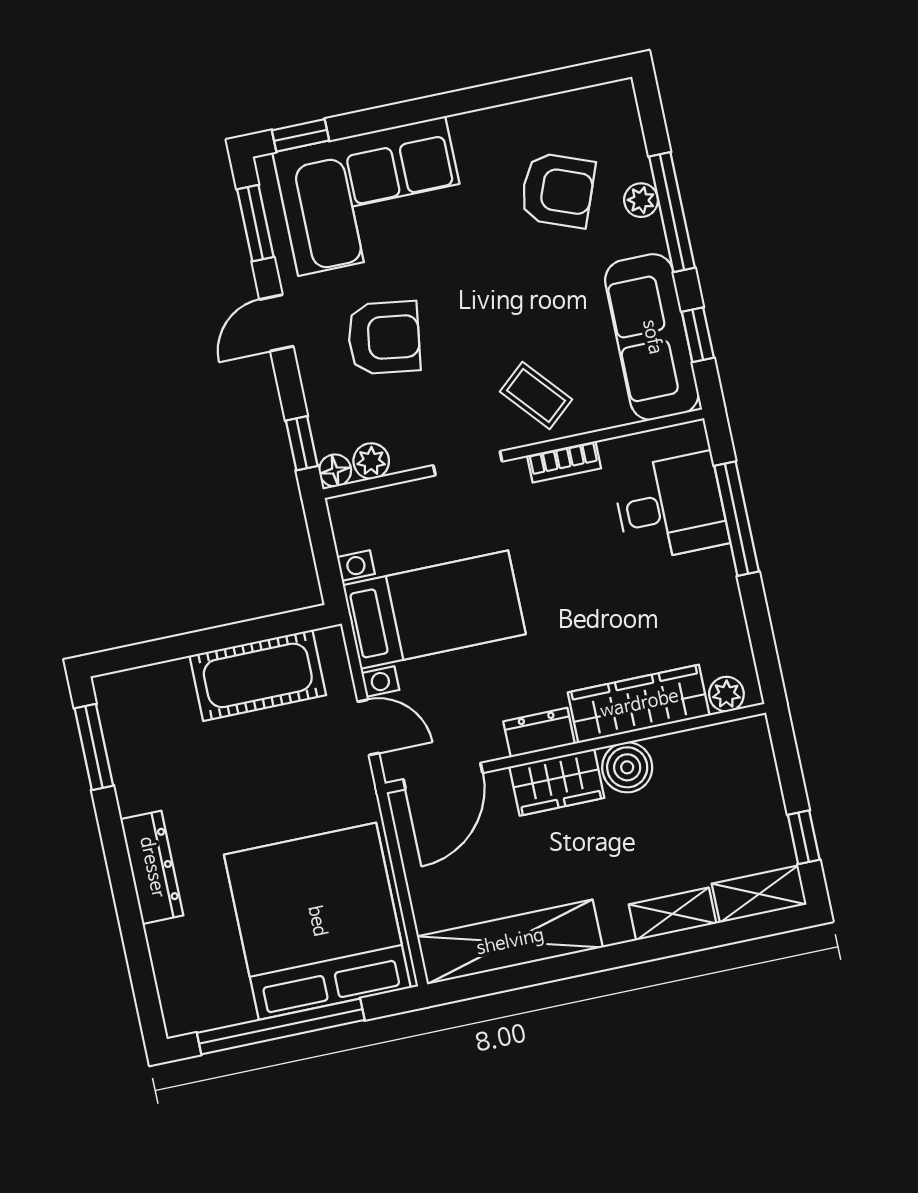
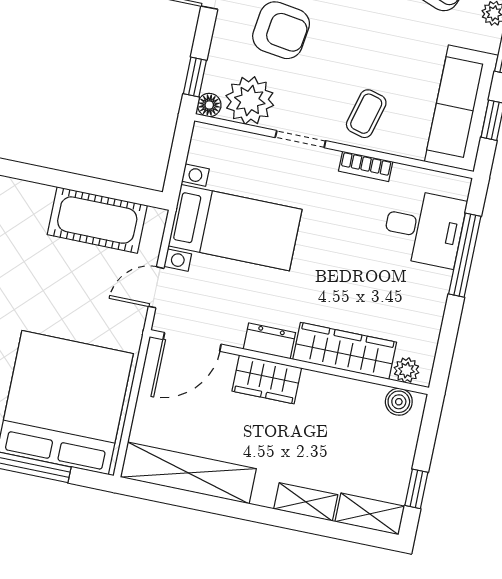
coffee table: (536, 395) -> (366, 114), turned 56
plant: (371, 461) -> (250, 100), width x1.87, depth x1.87
door: (368, 727) -> (156, 287), swing flipped
boiler: (627, 767) -> (399, 402), moved, width x0.73, depth x0.73

